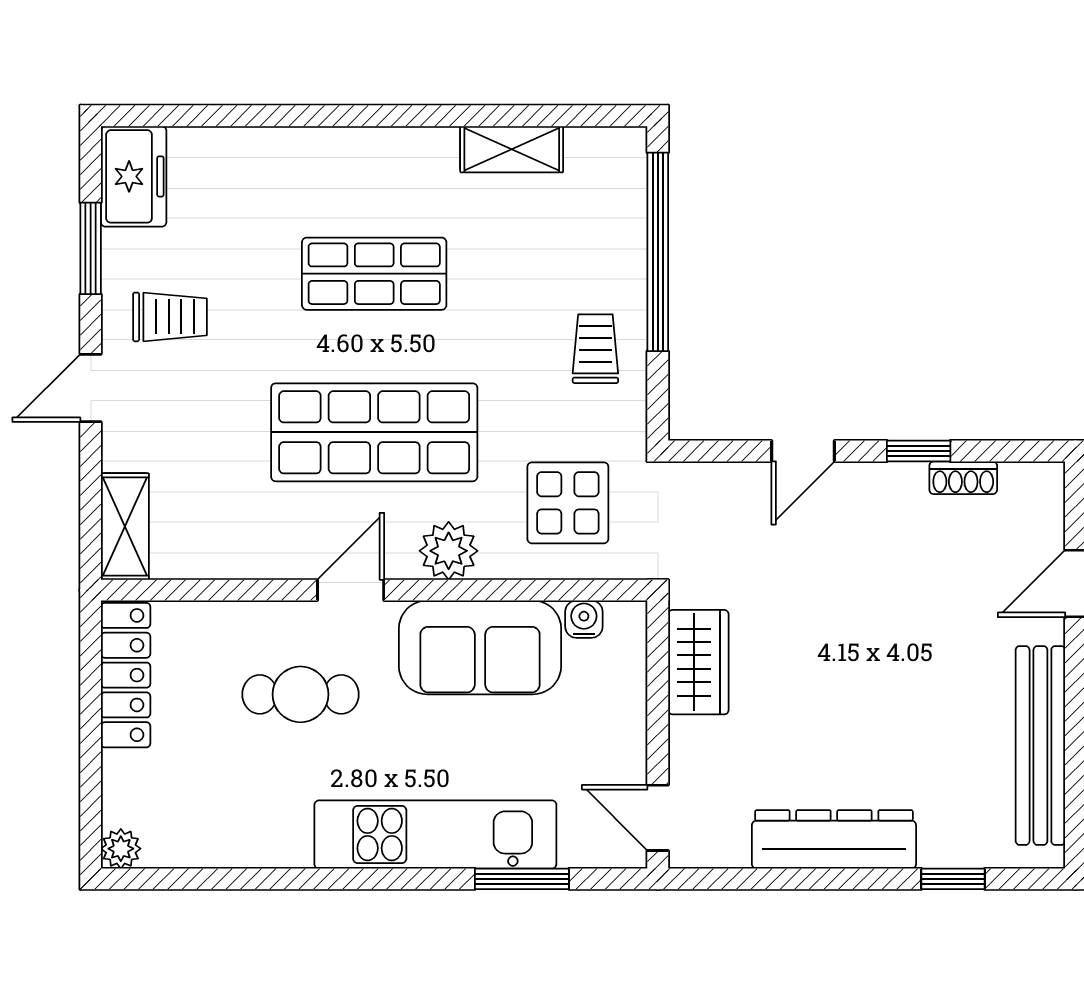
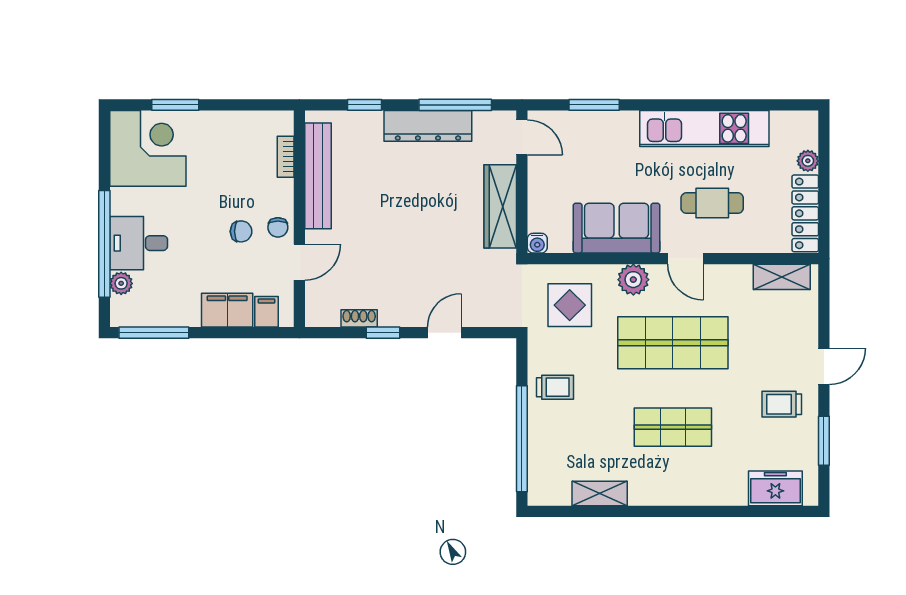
freezer: (134, 176) -> (775, 488), moved, turned 90
trolley: (595, 349) -> (555, 387), turned -90
shelving: (125, 526) -> (782, 277), moved, turned 90
door: (351, 590) -> (685, 259), hinge flipped
water cooler: (584, 619) -> (537, 243), moved
wardrobe: (698, 662) -> (500, 206), width x1.50
kitchen unit: (435, 835) -> (704, 128), moved
plant: (121, 849) -> (808, 161), moved
window: (783, 879) -> (455, 105), added

